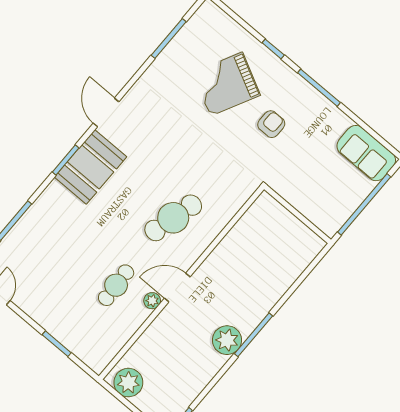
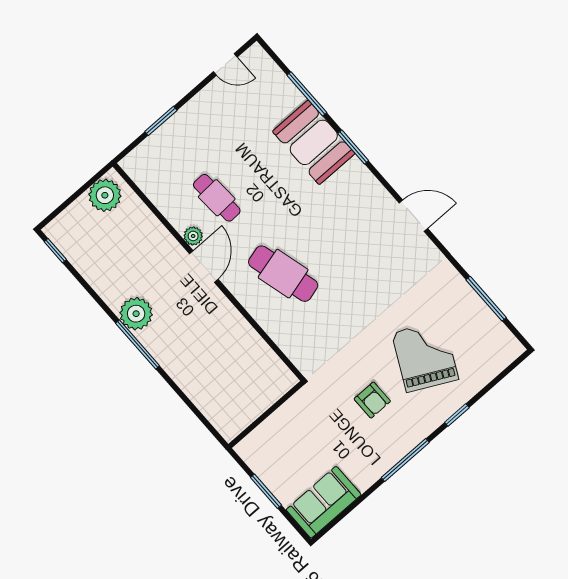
window: (66, 160) -> (353, 147), moved
booth: (90, 167) -> (314, 142), moved
window: (364, 204) -> (266, 491), width x0.47
cafe table: (173, 218) -> (283, 274), turned -30

